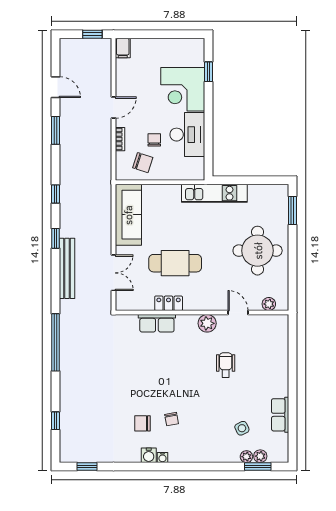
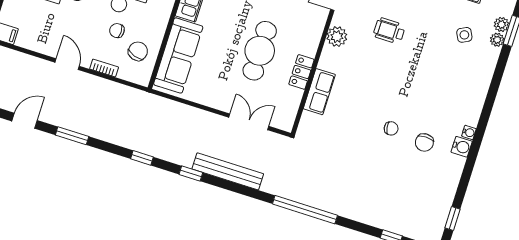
sofa: (128, 215) -> (178, 55), moved, turned 90
chair: (172, 419) -> (391, 128), moved

